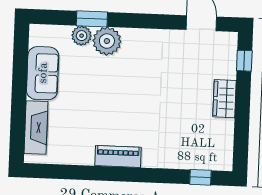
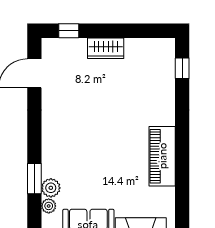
plant: (107, 41) -> (49, 206), moved, width x0.53, depth x0.53
piano: (118, 156) -> (162, 156), width x1.37, depth x1.33

